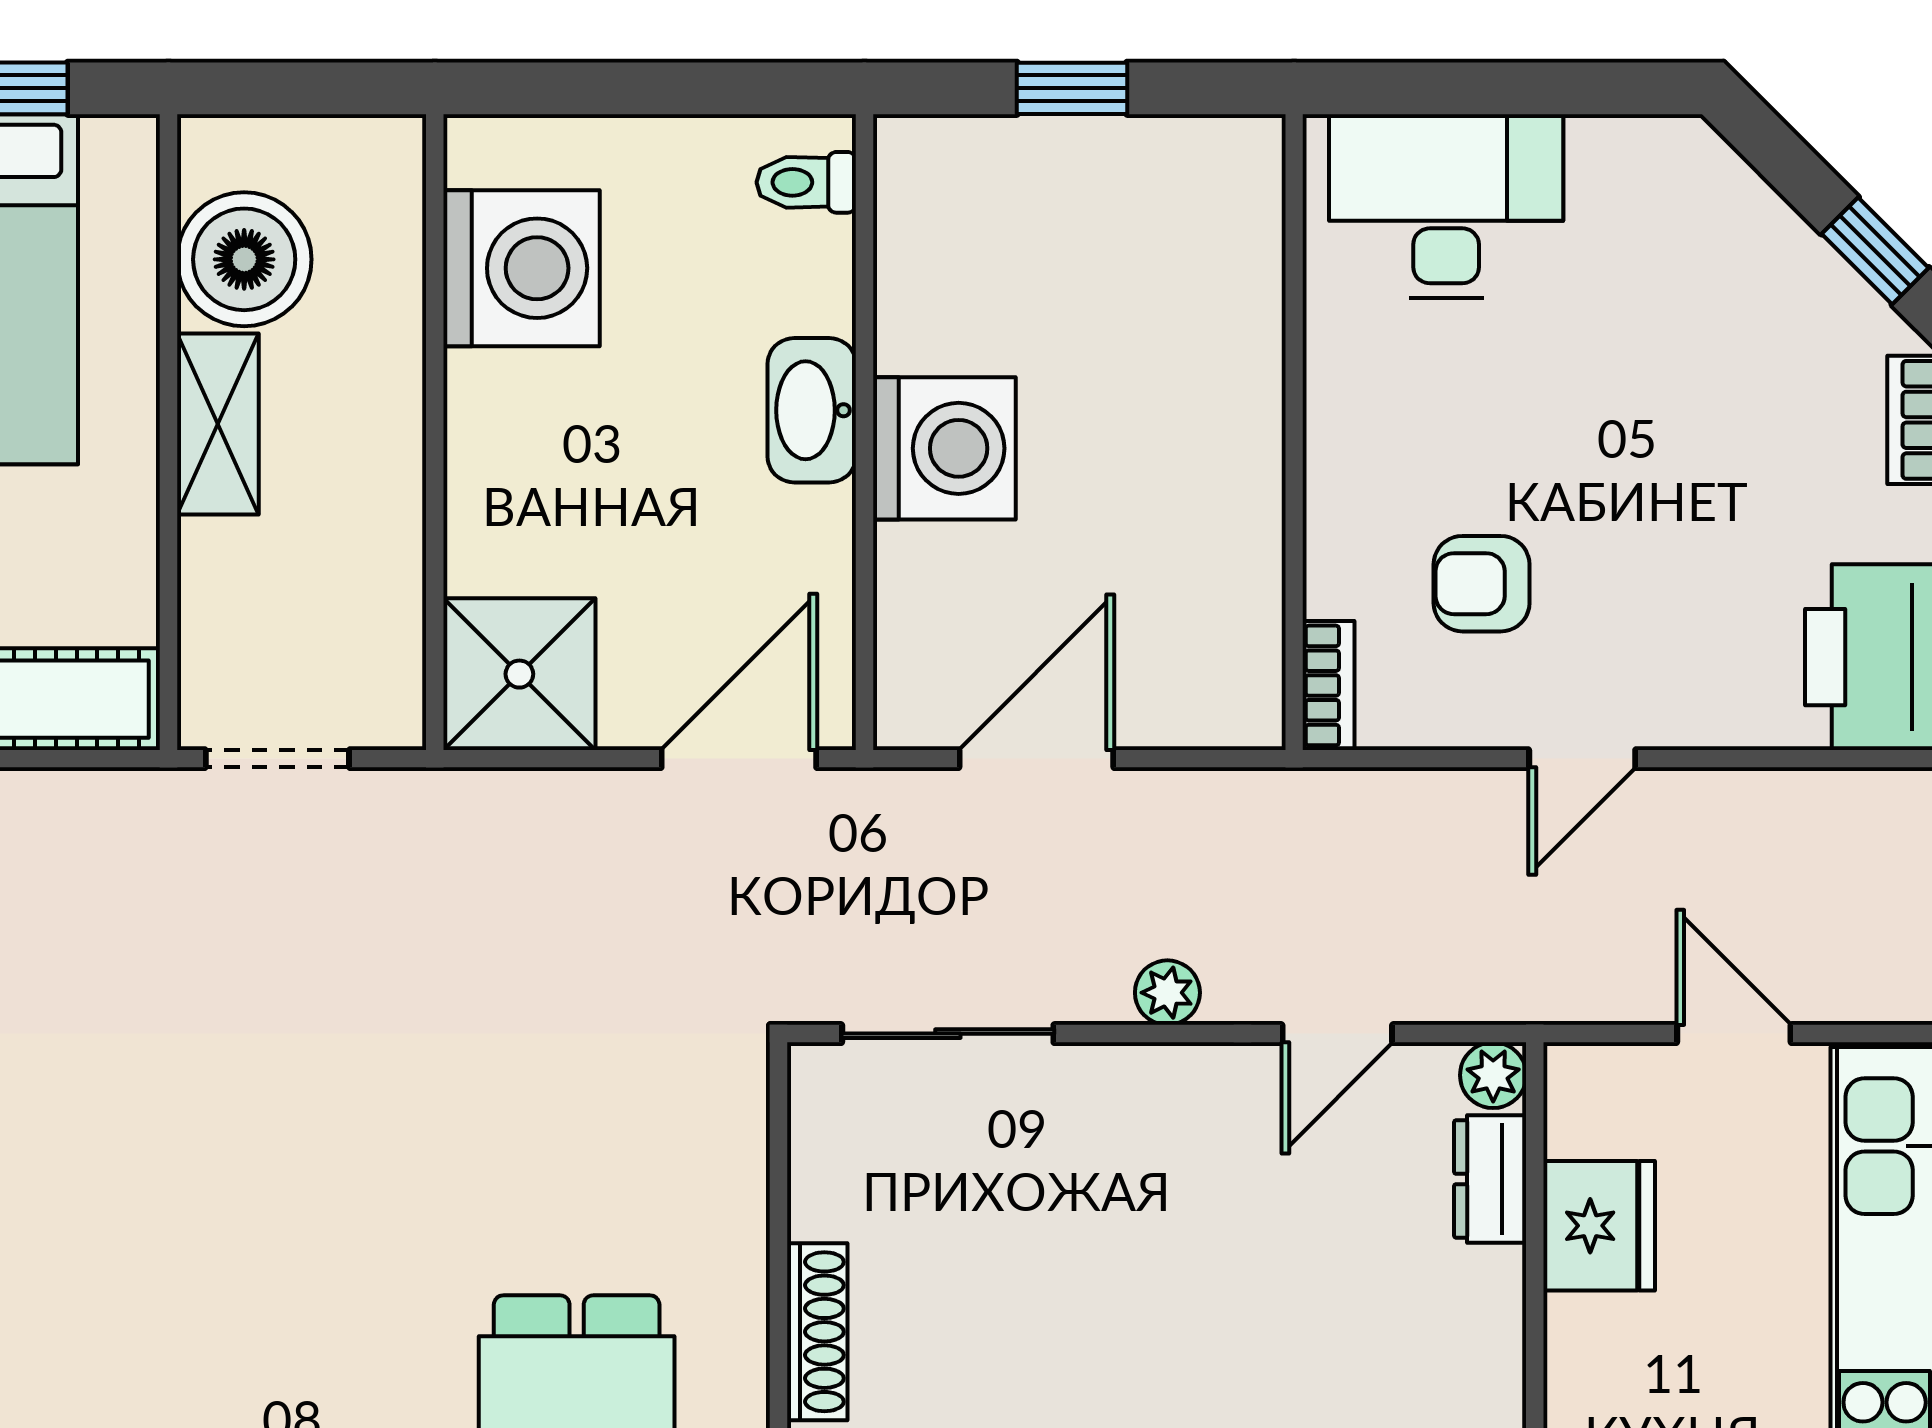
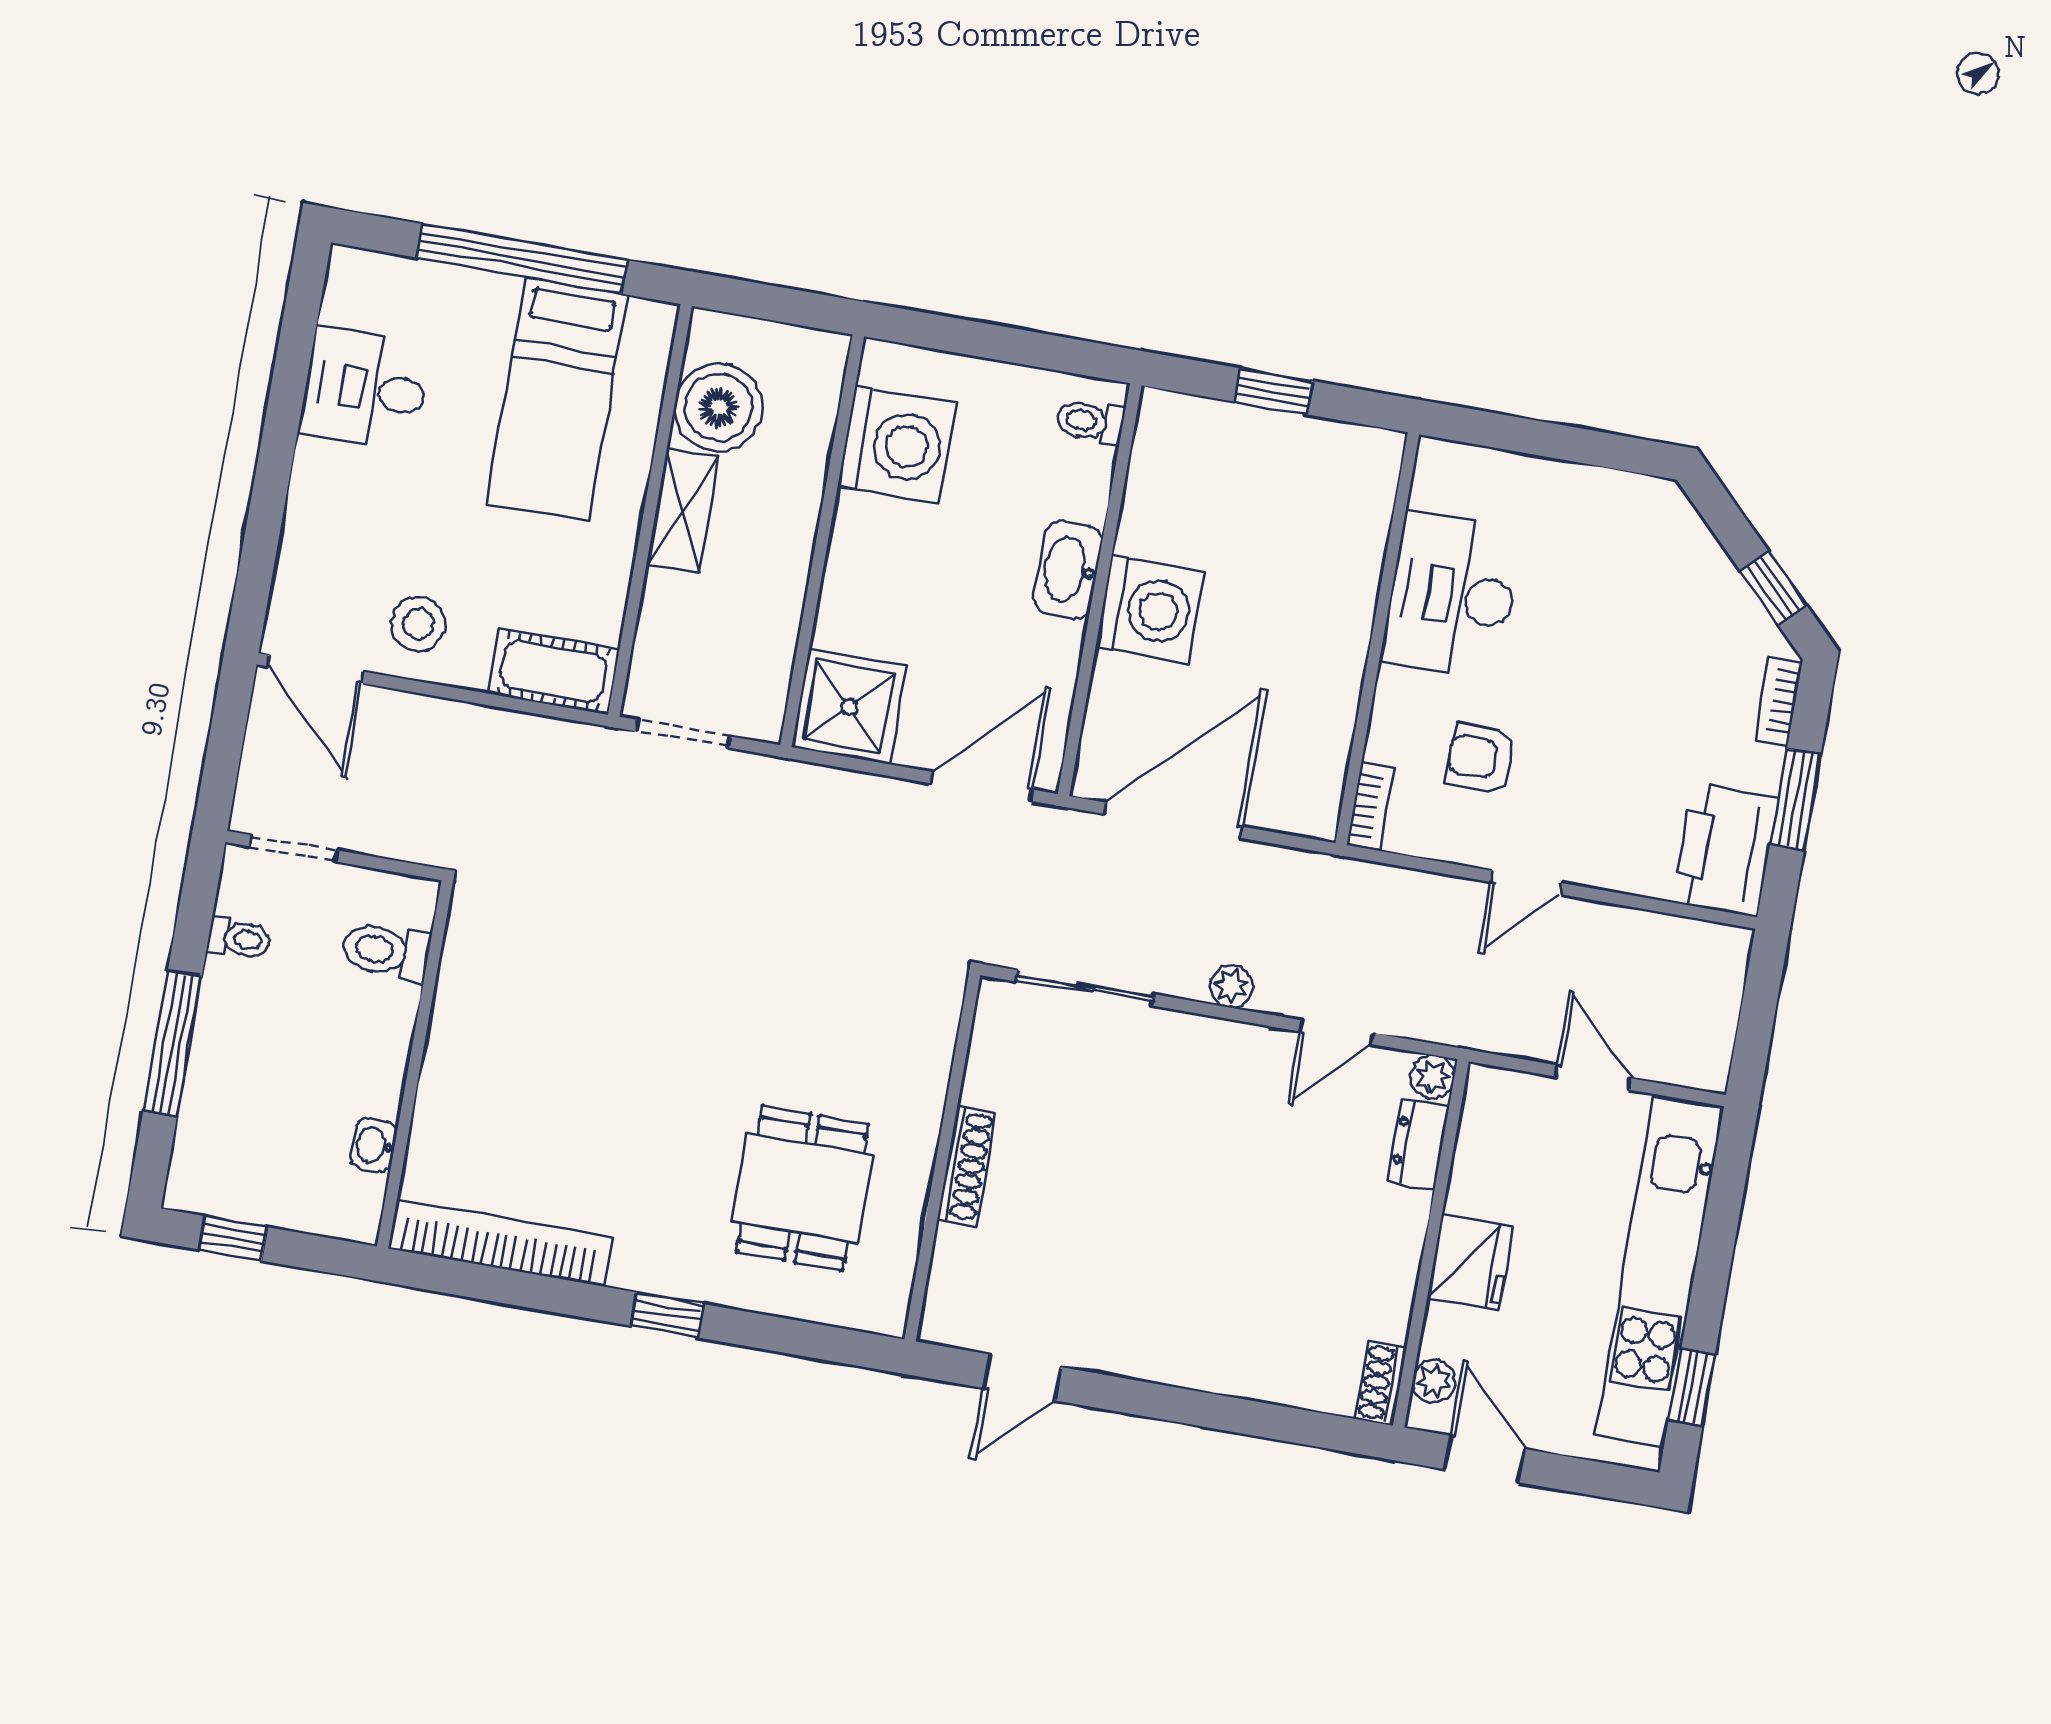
desk: (1446, 206) -> (1452, 596), moved, turned -90
door: (1036, 759) -> (1174, 820), width x1.36
fridge: (1599, 1226) -> (1470, 1263), moved

